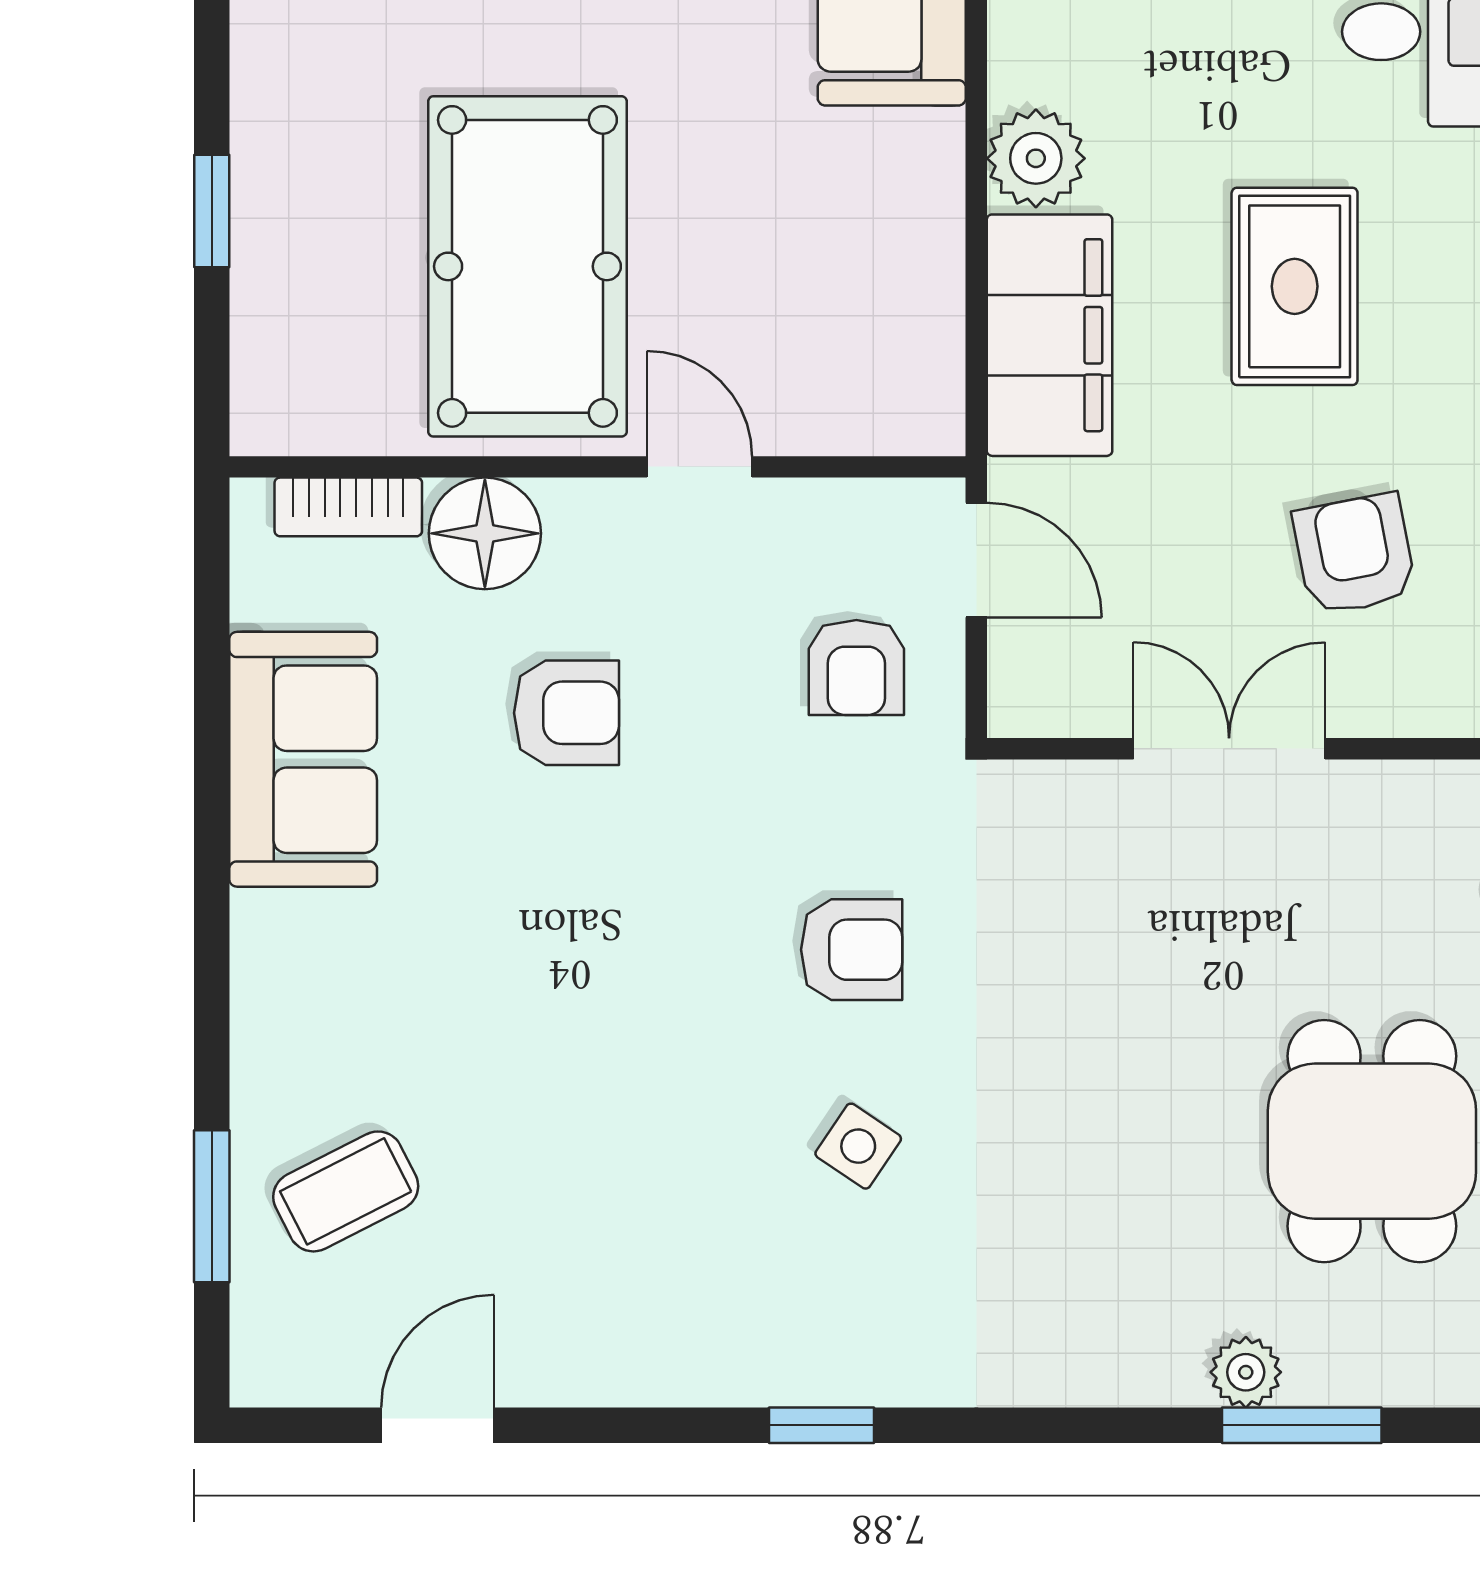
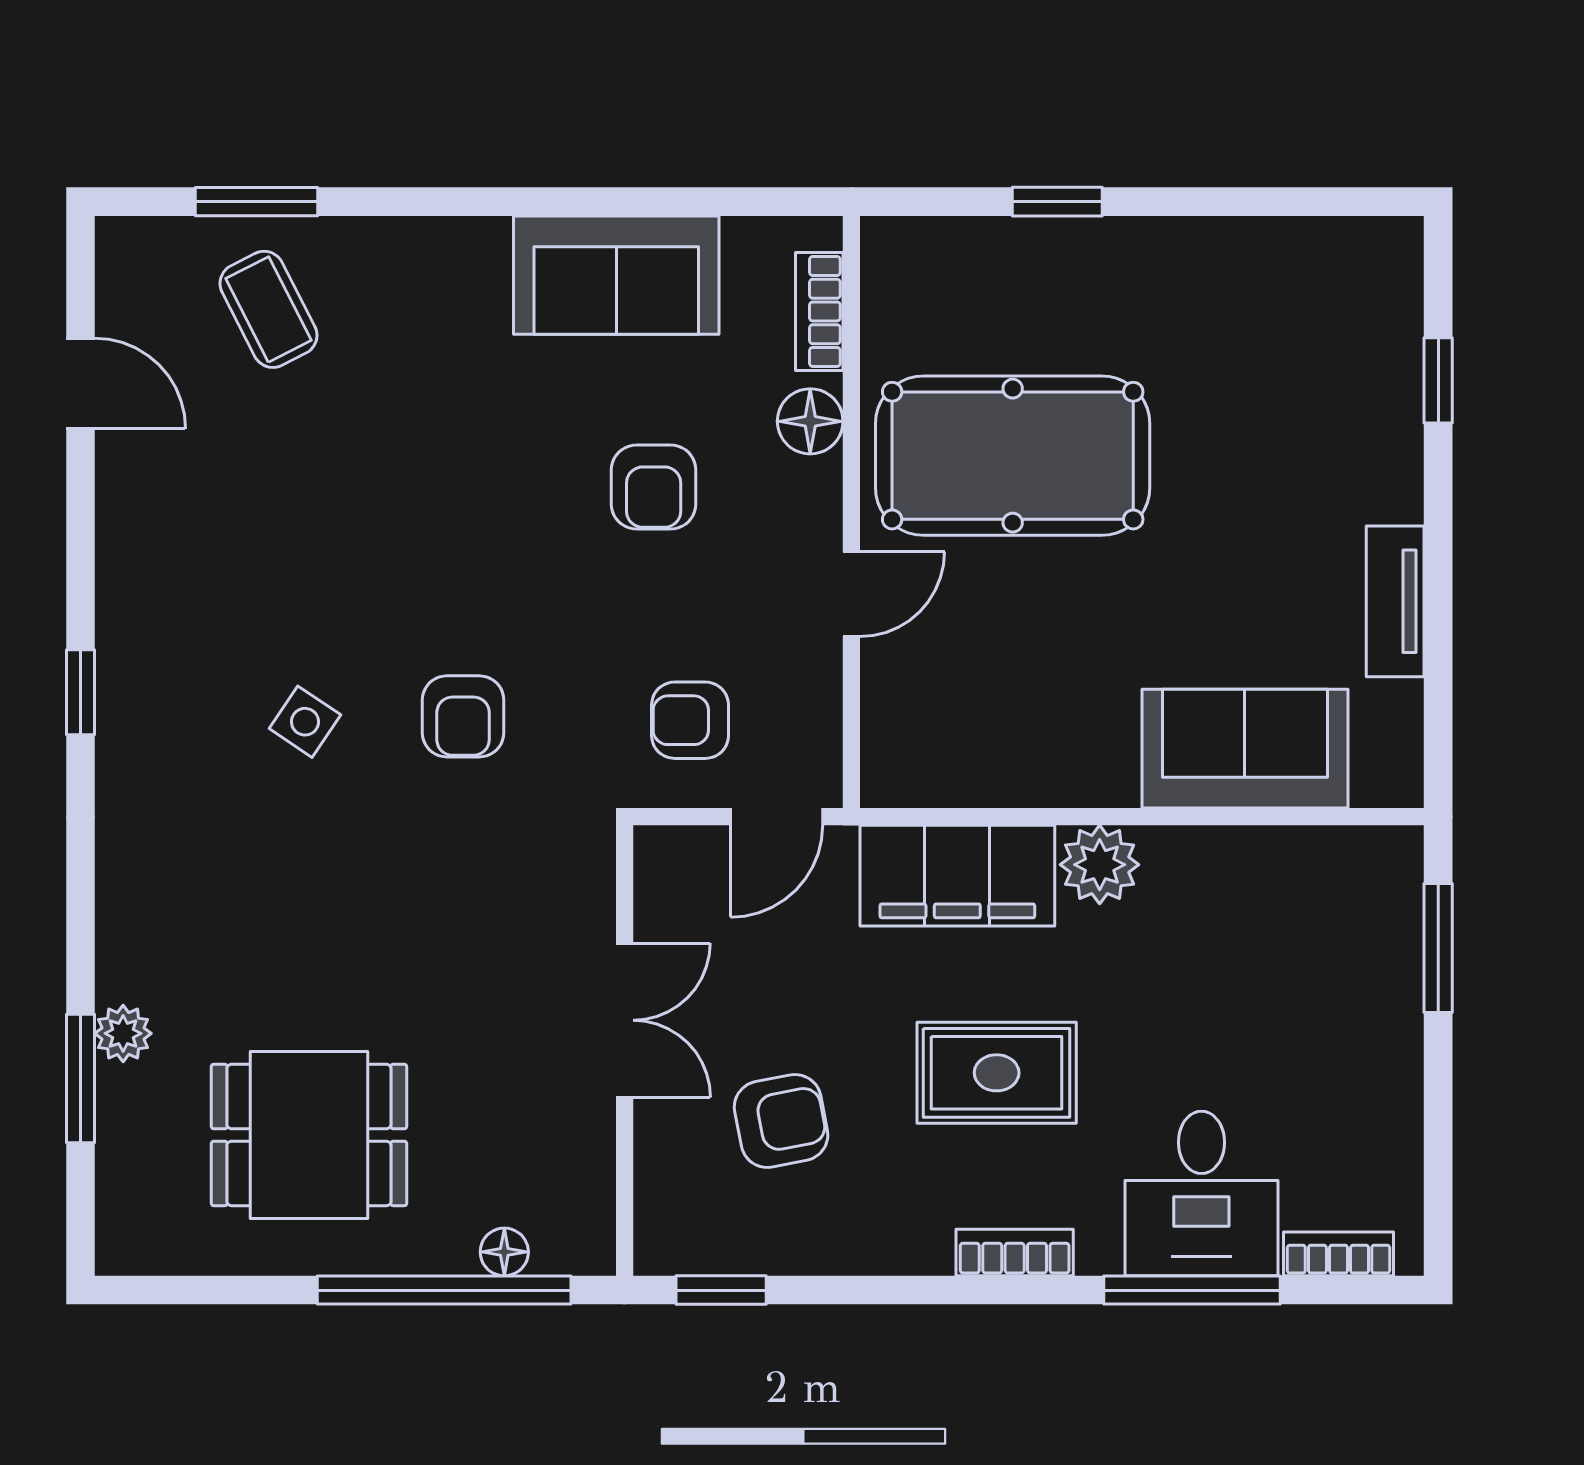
floor lamp: (485, 533) -> (810, 421), width x0.73, depth x0.73

